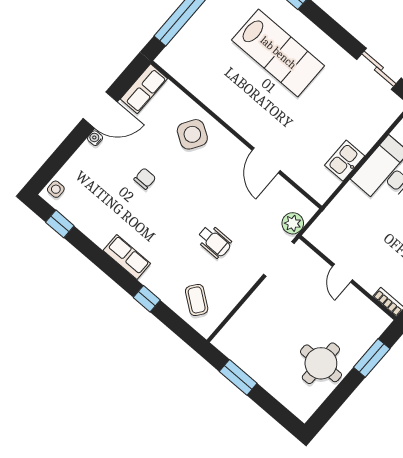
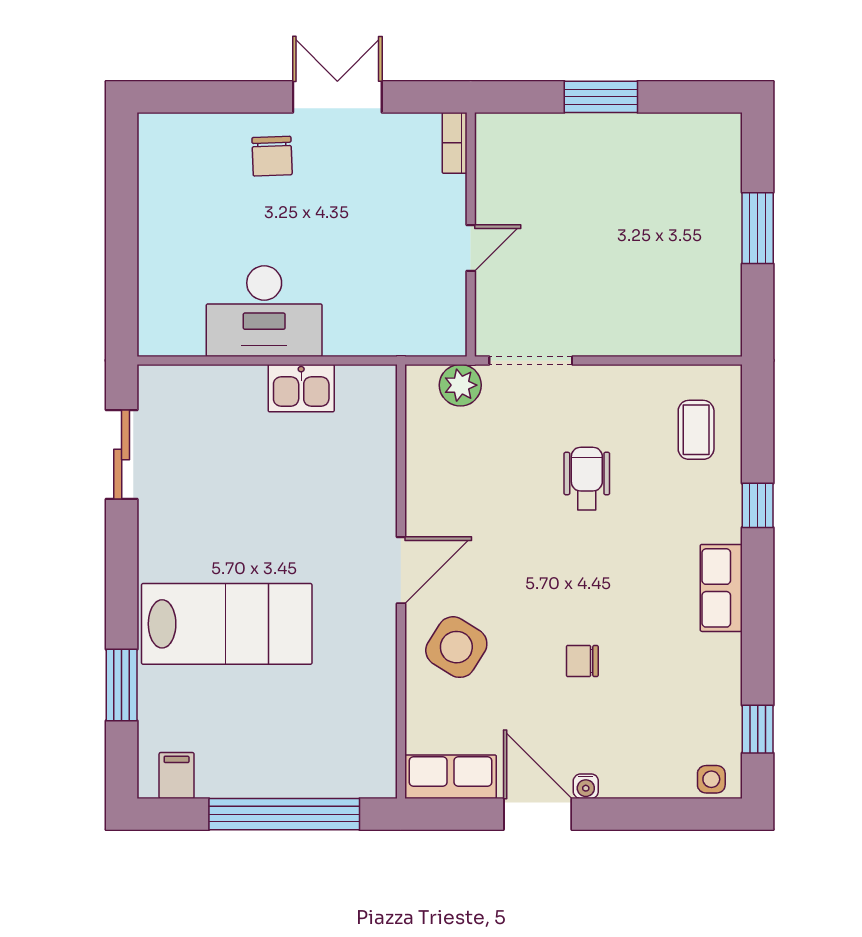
lab bench: (278, 53) -> (227, 624), turned 90
door: (266, 160) -> (401, 570), moved
coffee table: (197, 300) -> (696, 430), turned -37
window: (372, 358) -> (601, 97), moved
round table: (321, 363) -> (631, 165), removed
window: (238, 377) -> (758, 228), moved

